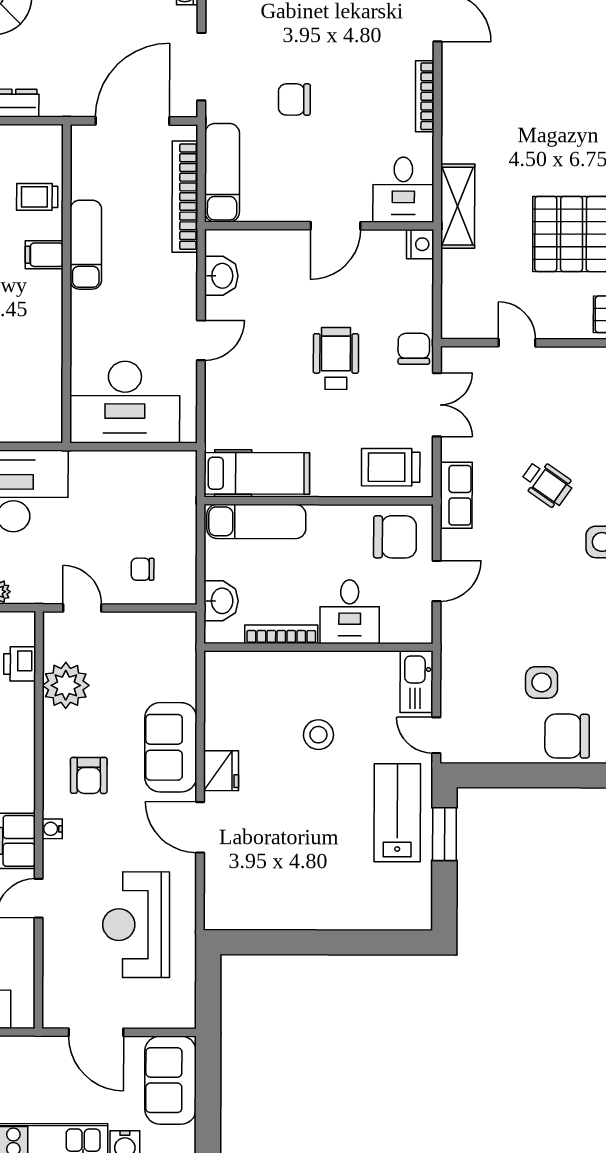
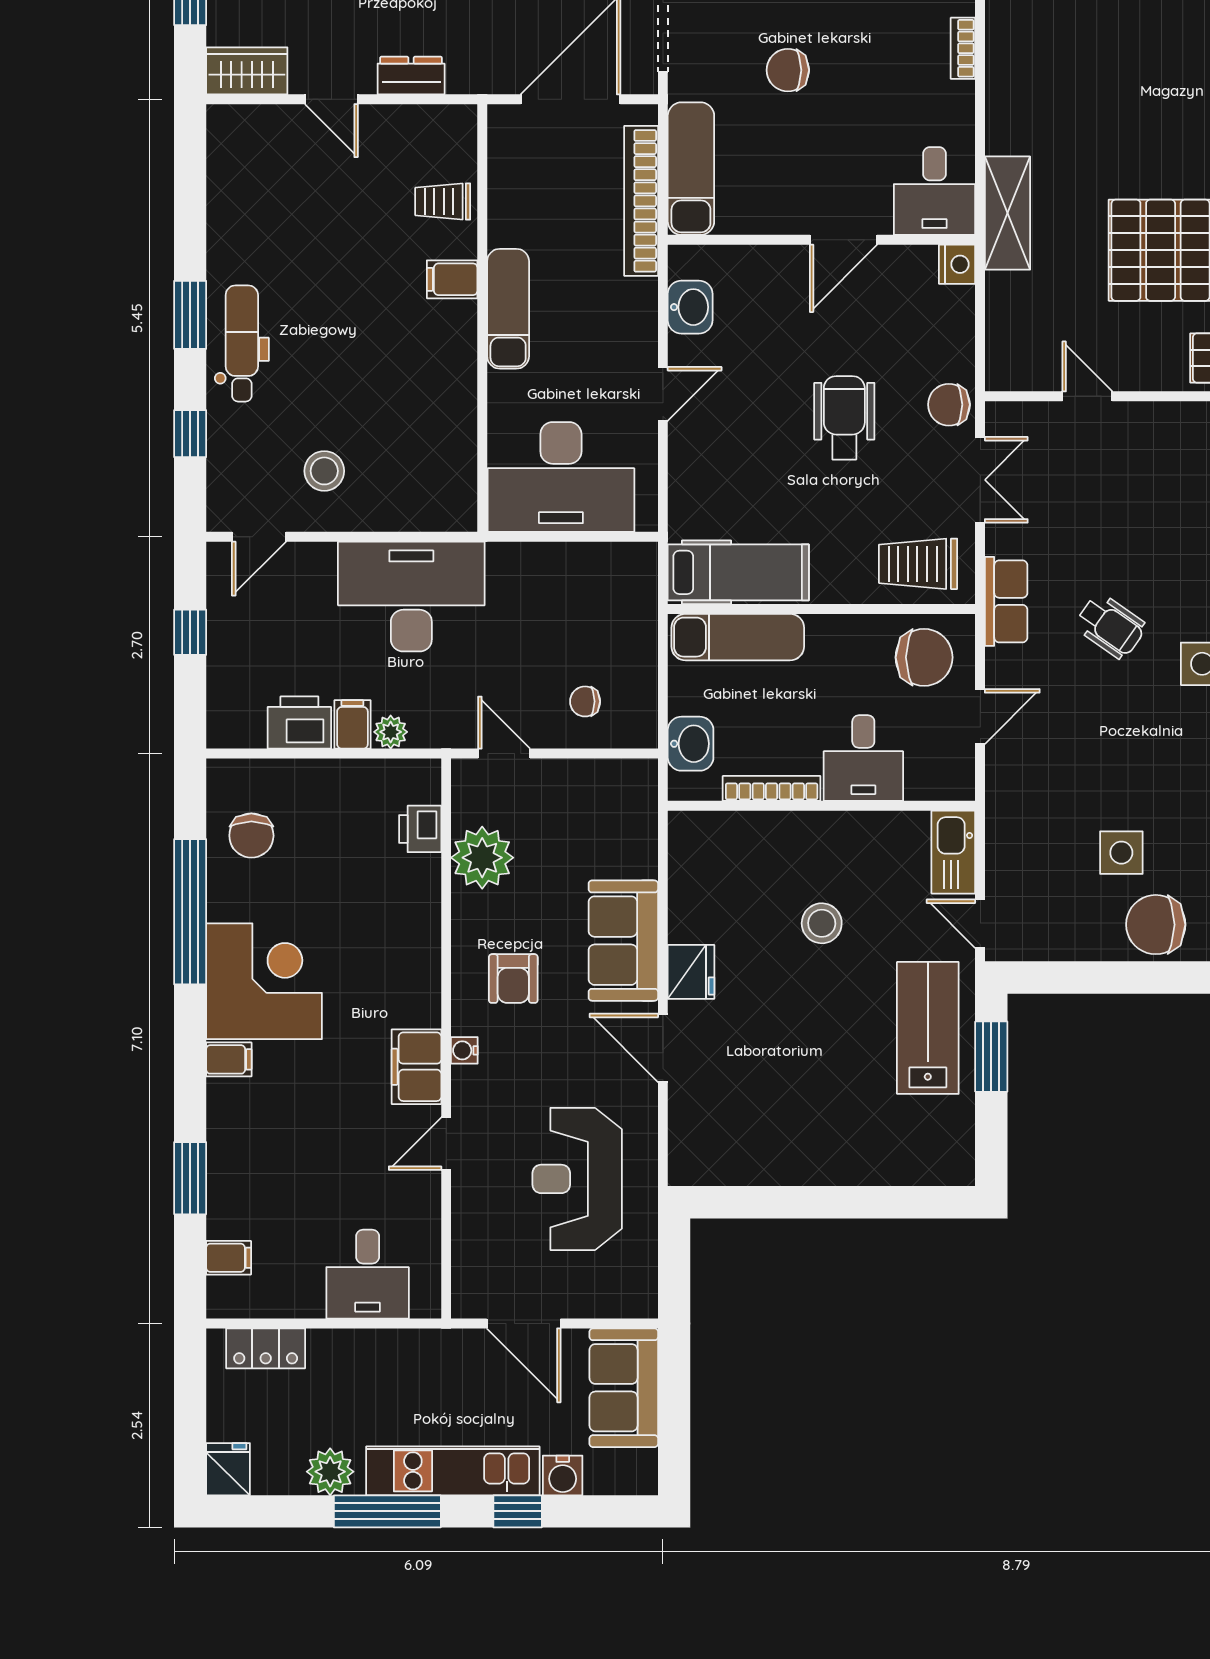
bookcase: (425, 96) -> (963, 48), width x0.64
exam couch: (86, 245) -> (508, 309), moved
chair: (414, 349) -> (949, 405), turned -90
wheelchair: (547, 484) -> (1111, 626), moved

